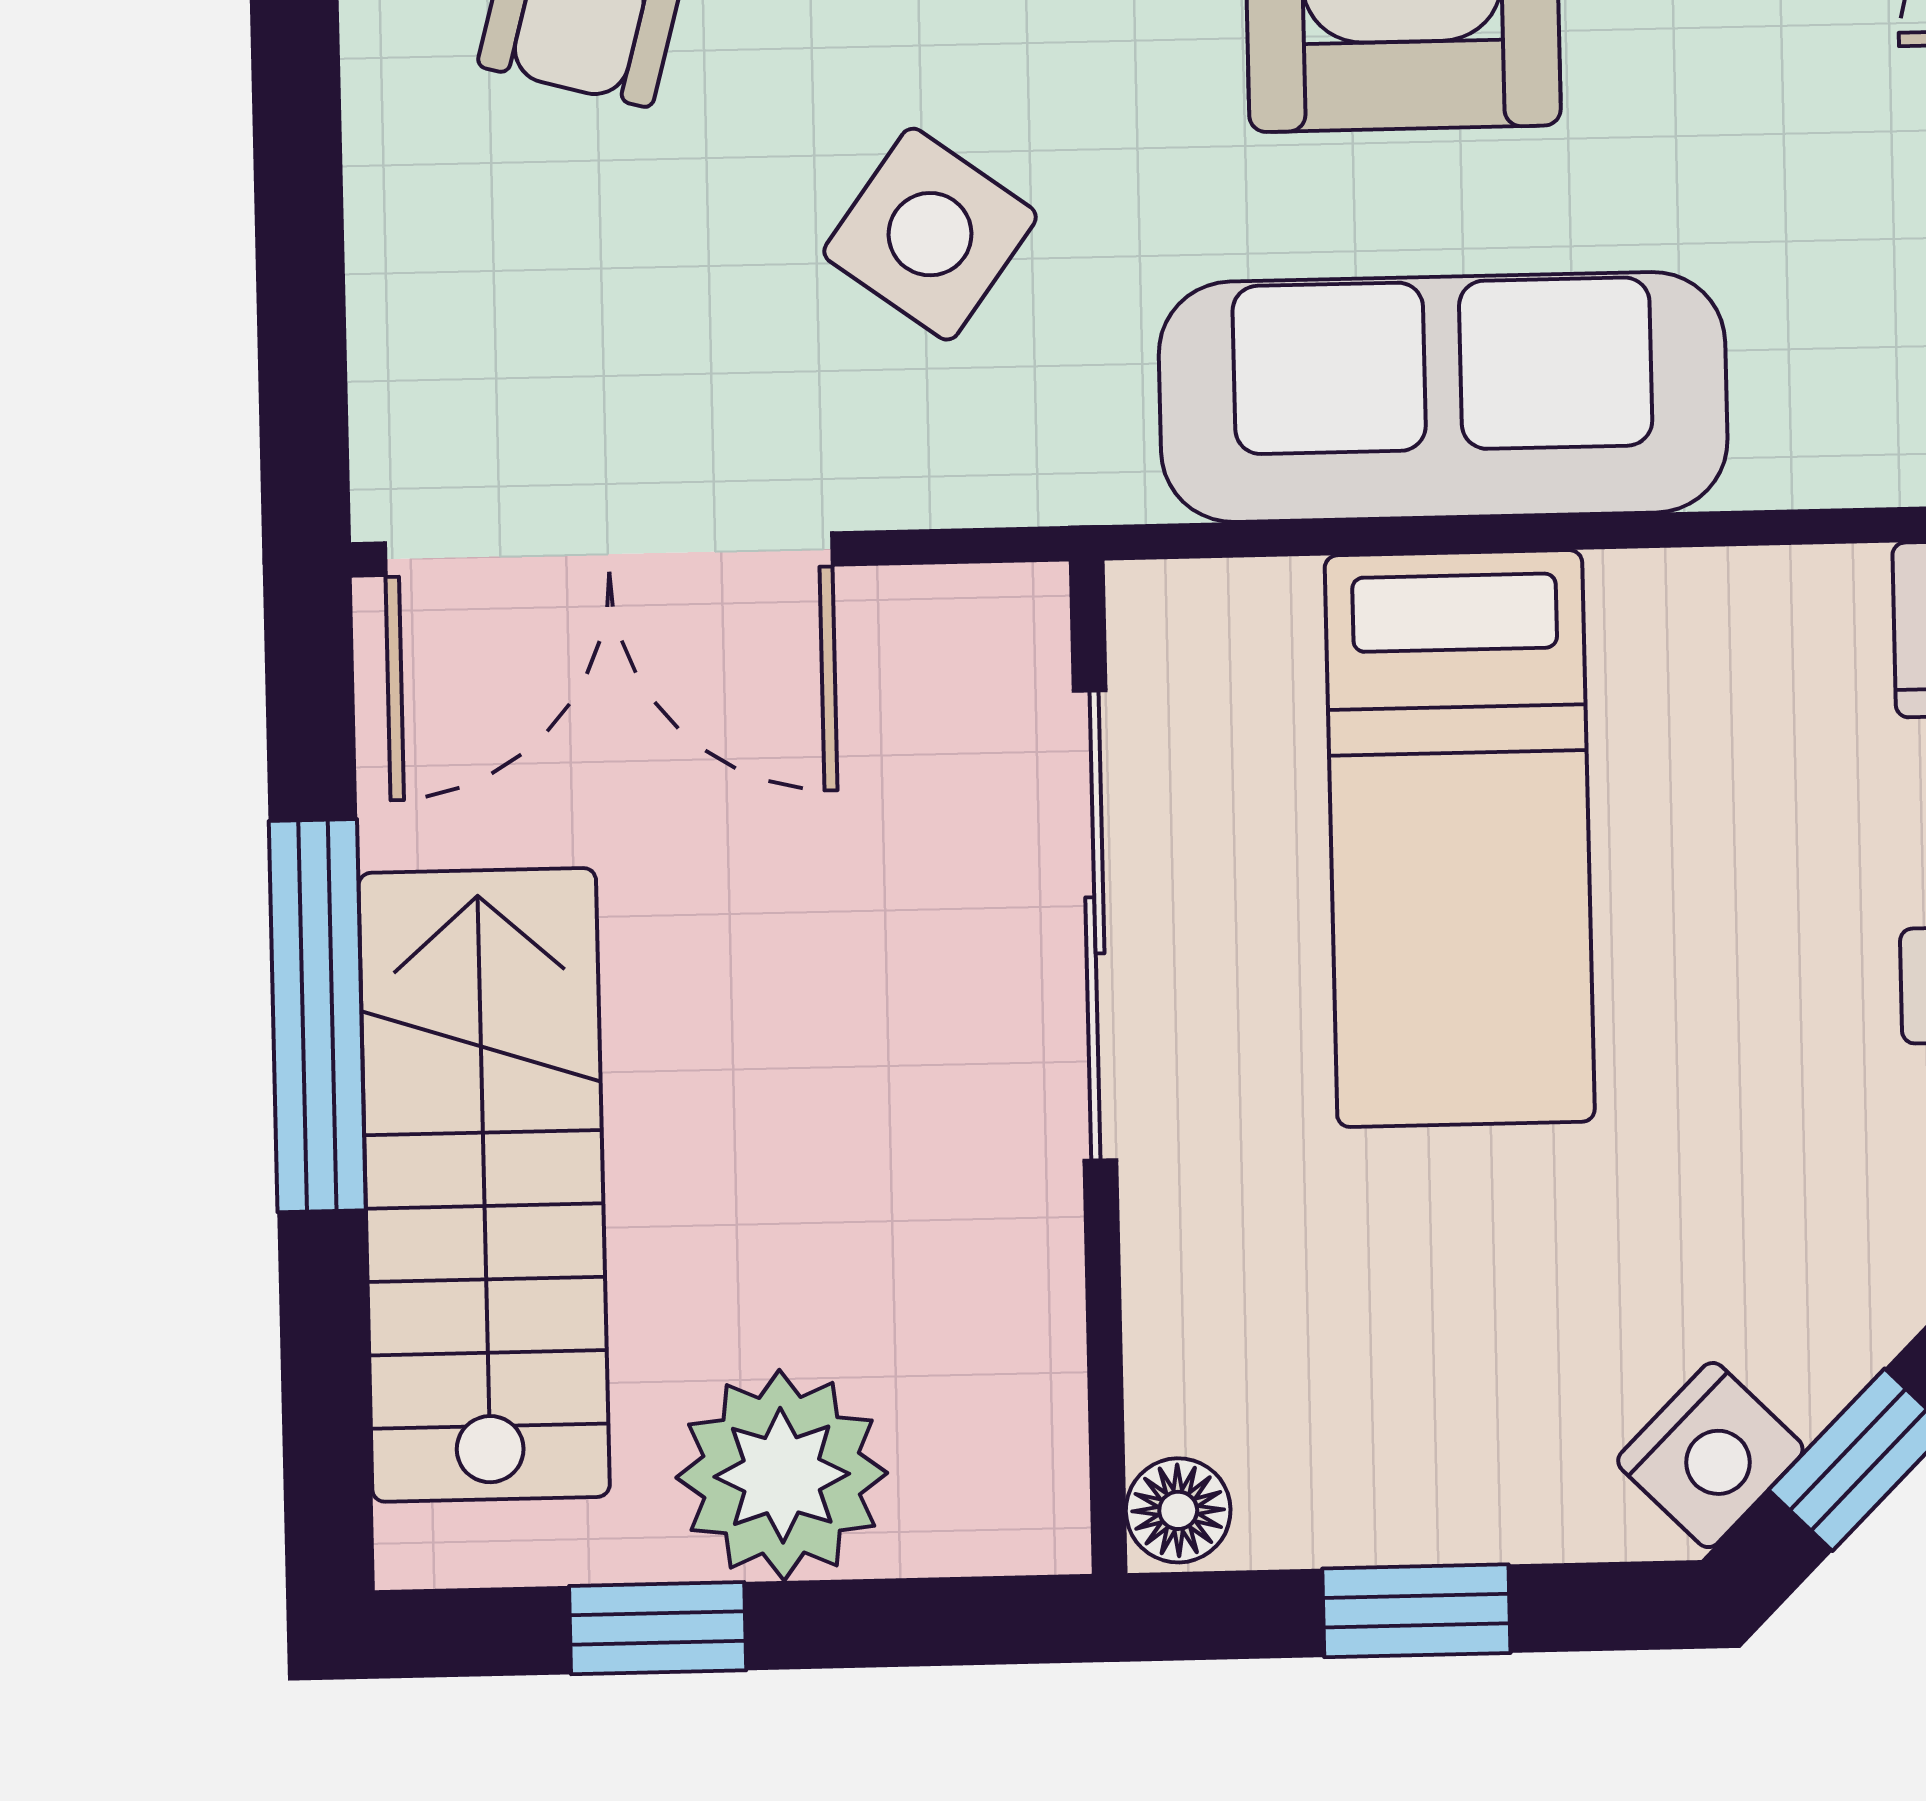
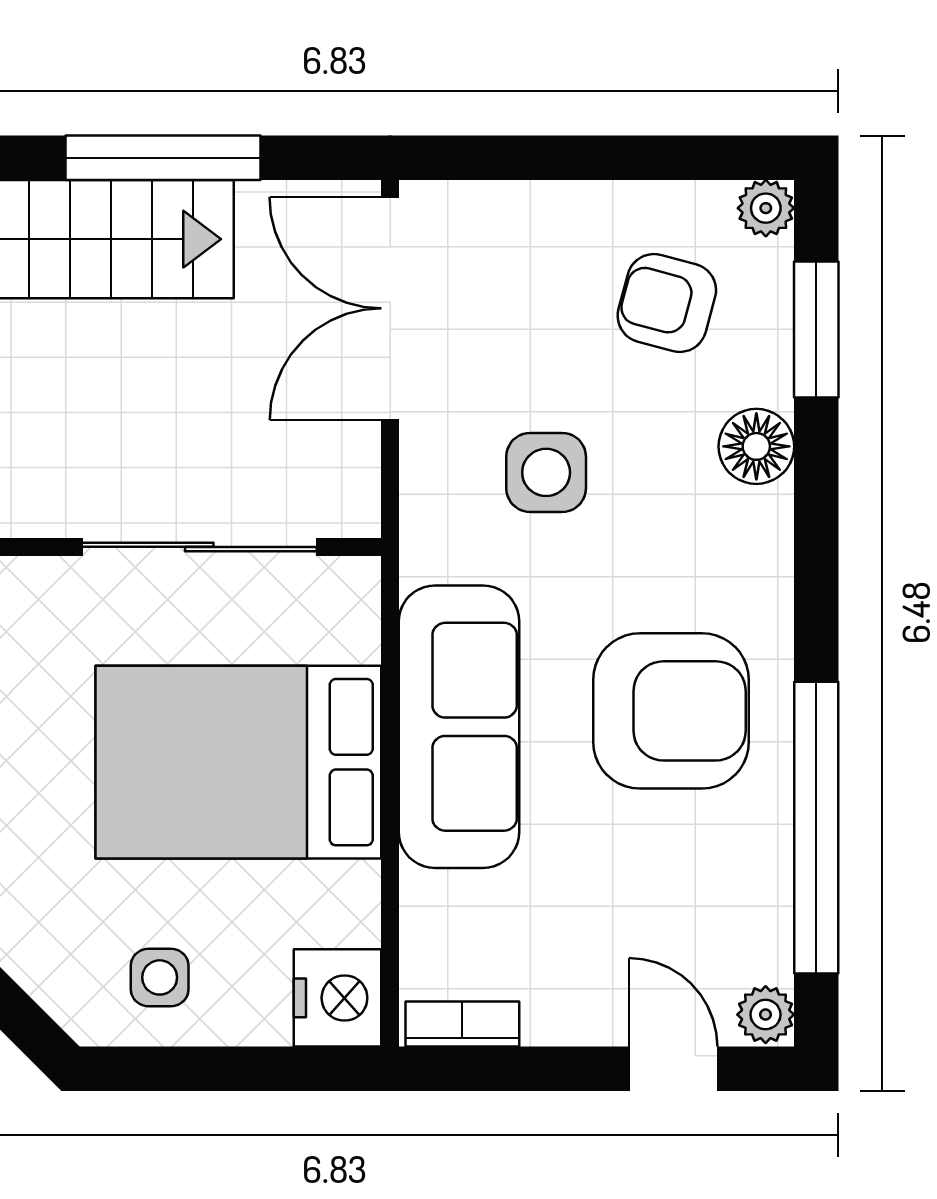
side table: (930, 234) -> (546, 472), turned -36
bed: (1460, 839) -> (238, 762), width x1.50

